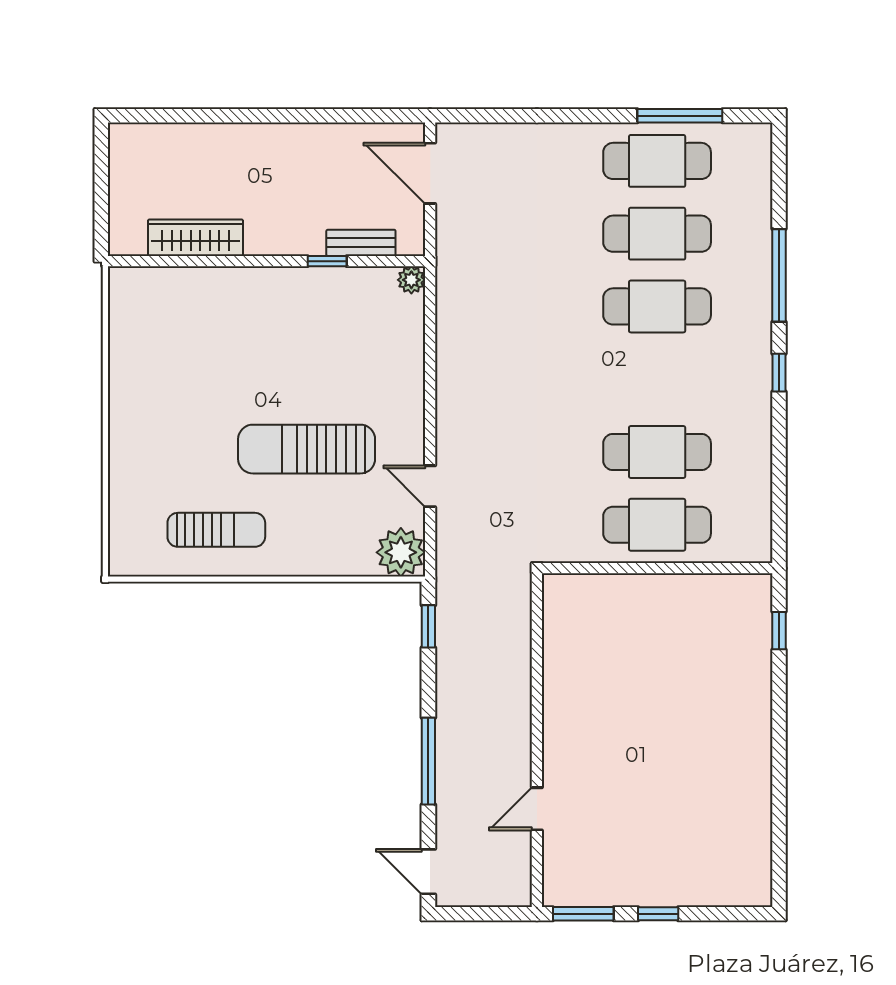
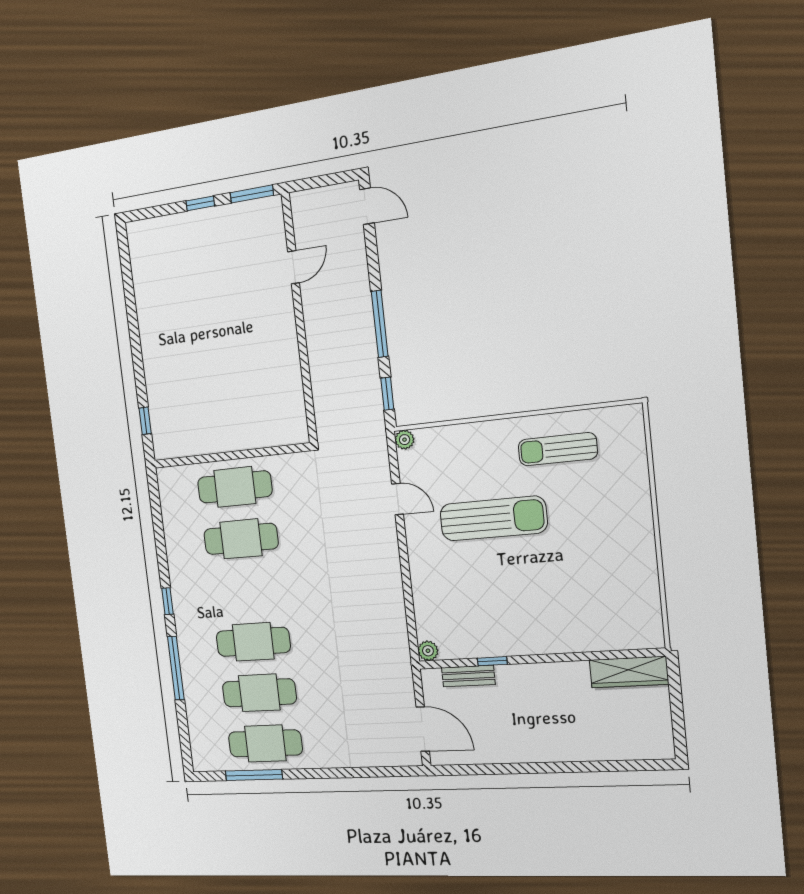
wardrobe: (195, 238) -> (629, 672), moved
plant: (401, 552) -> (405, 440), width x0.53, depth x0.53
window: (428, 761) -> (380, 324), moved

